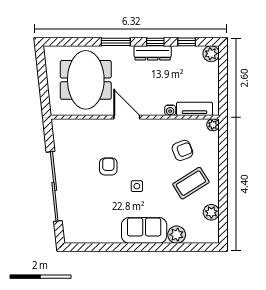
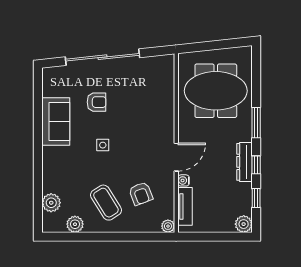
door: (127, 117) -> (176, 157), moved
armchair: (108, 166) -> (97, 102), moved
sofa: (144, 230) -> (56, 121), moved
plant: (177, 235) -> (51, 203), moved

